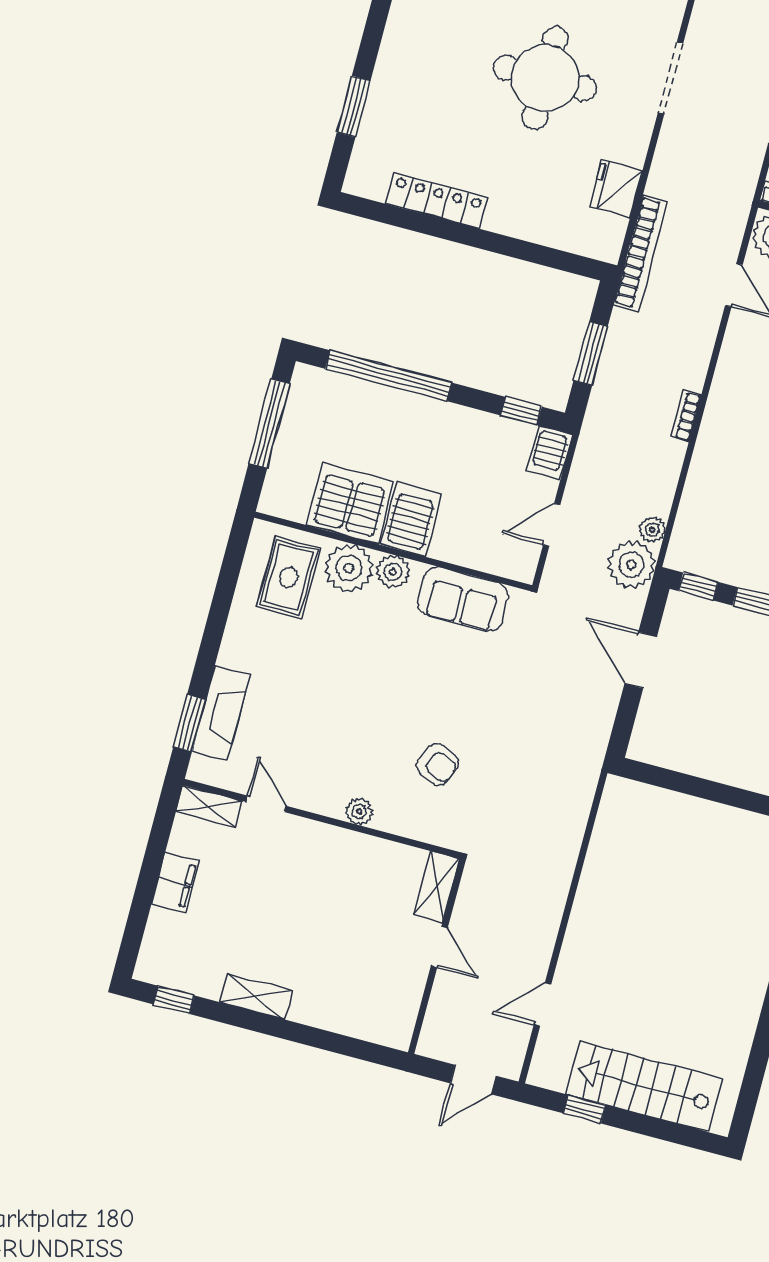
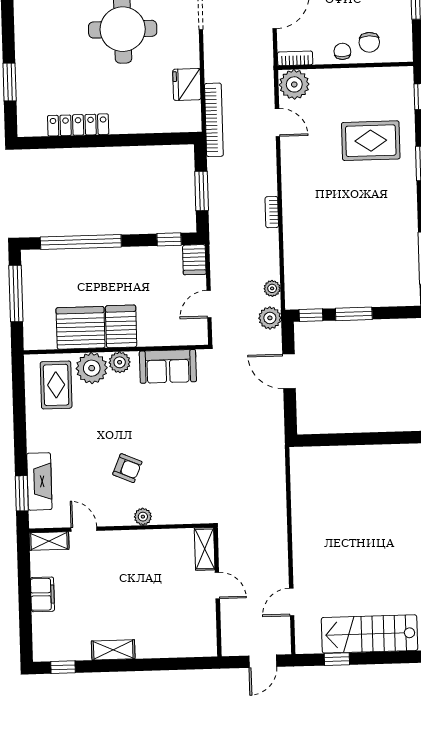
plant: (631, 565) -> (270, 318), width x0.73, depth x0.73
armchair: (438, 764) -> (127, 468), moved

